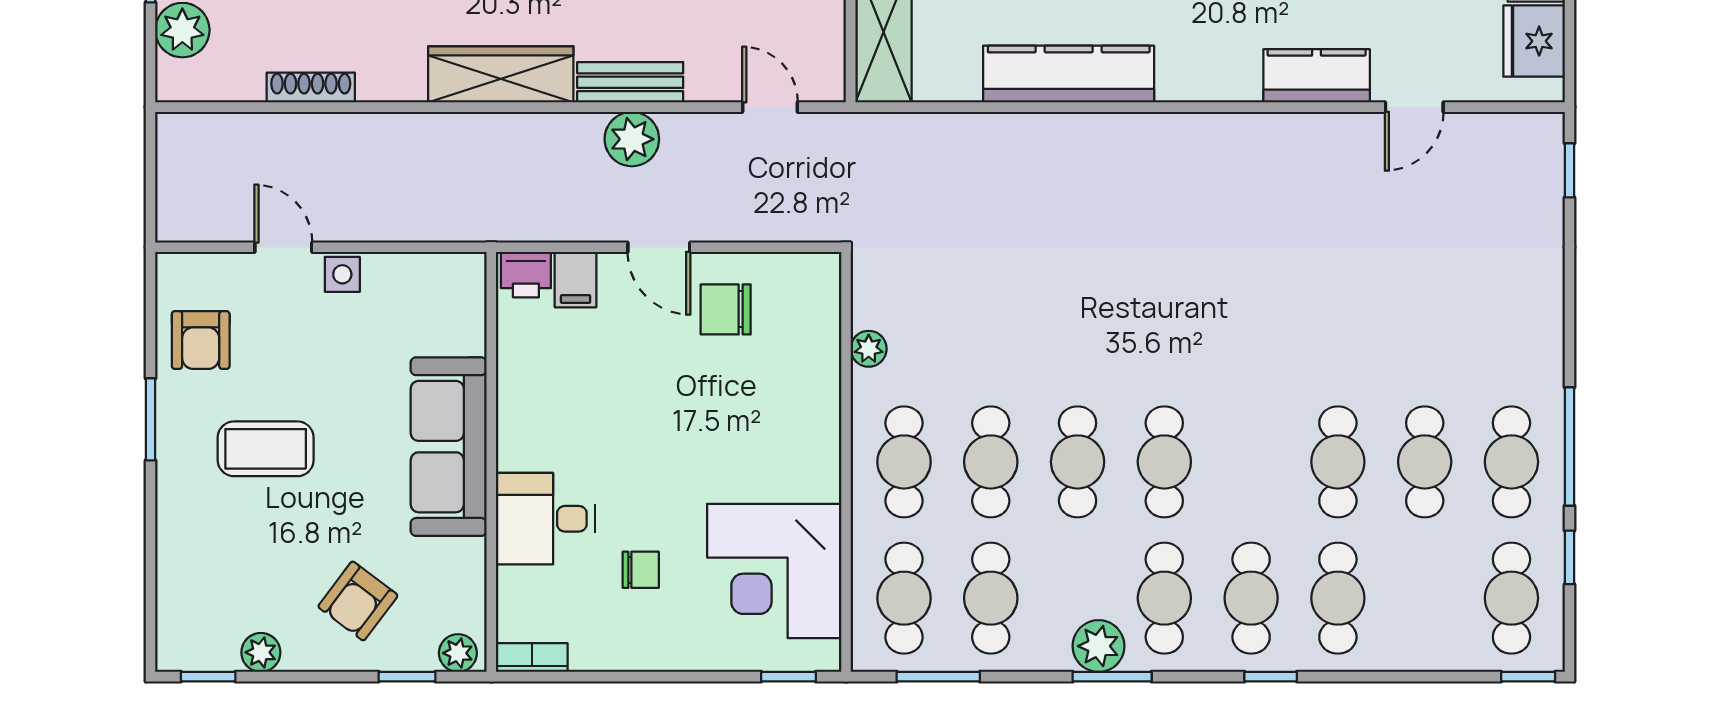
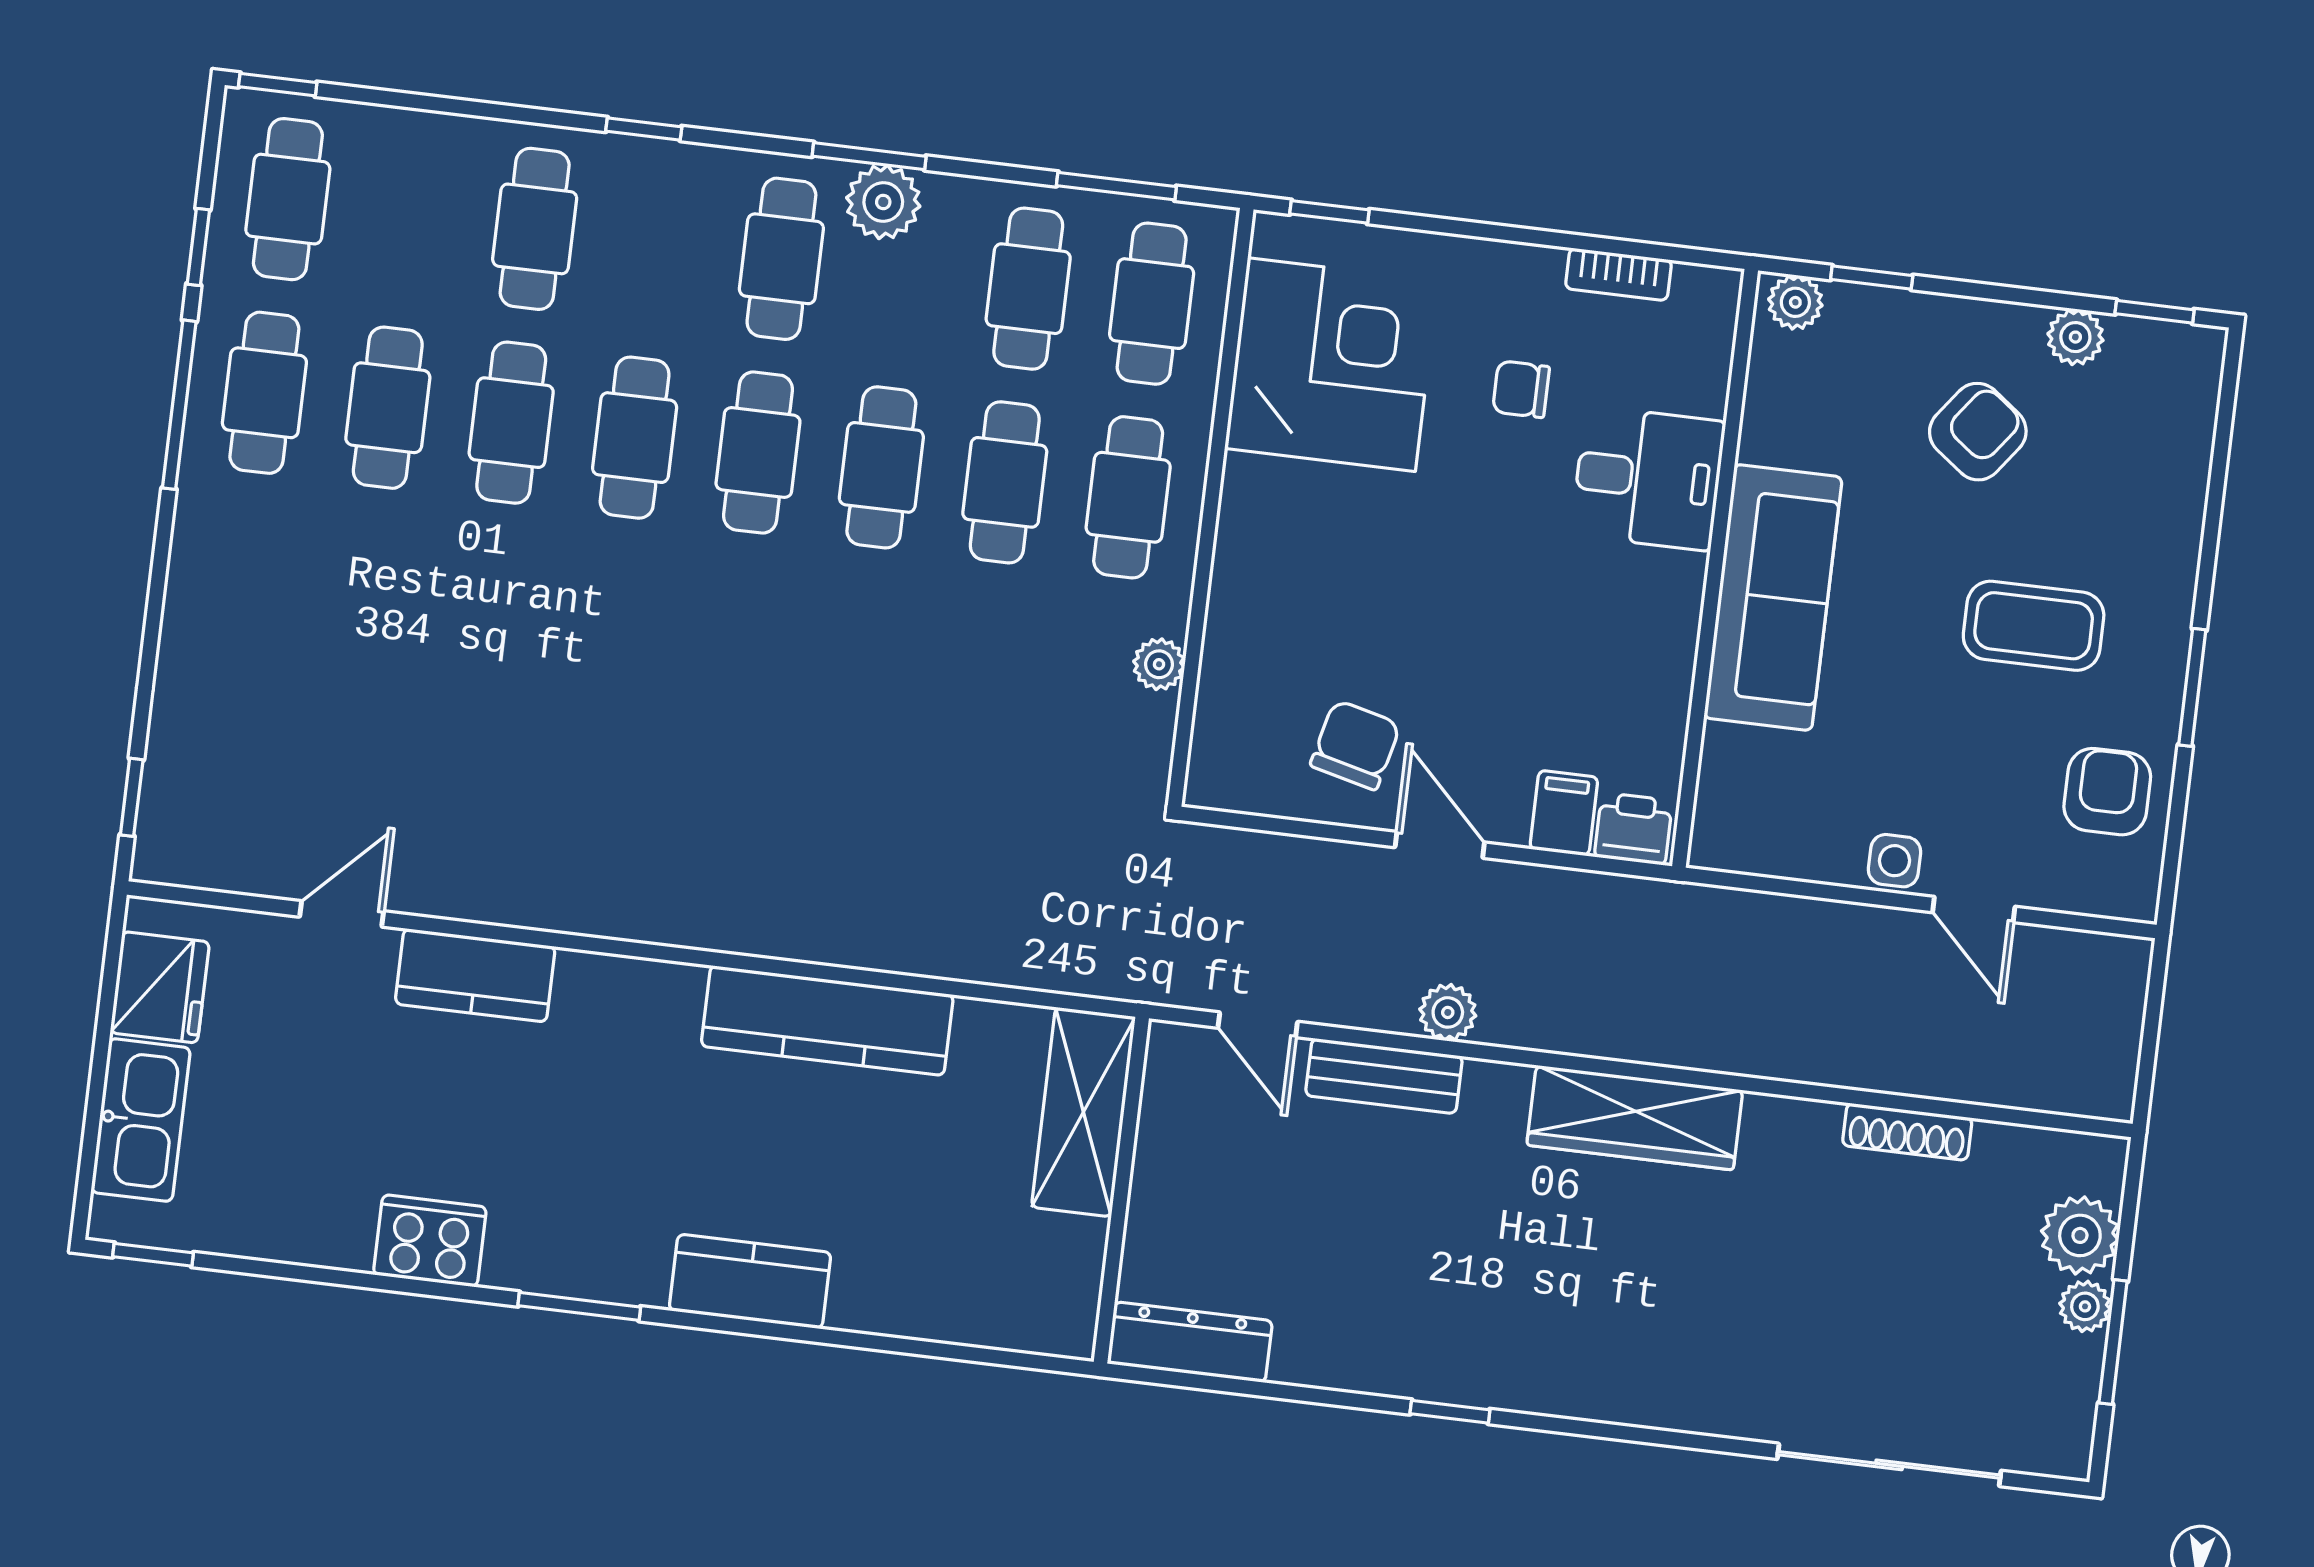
bench: (630, 82) -> (1384, 1076), moved
plant: (632, 139) -> (1448, 1012), width x0.73, depth x0.73
chair: (726, 309) -> (1355, 745), turned -76
cafe table: (1251, 598) -> (635, 438), moved
armchair: (358, 601) -> (1978, 432), moved
bookcase: (532, 658) -> (1618, 274), moved

